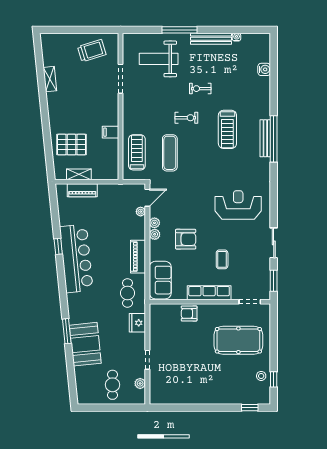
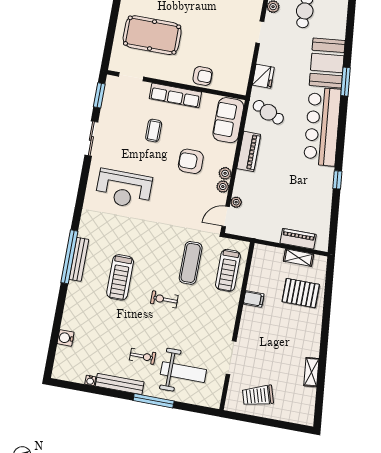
exercise bike: (200, 89) -> (143, 356), moved
treadmill: (227, 129) -> (120, 277), turned 180
bar counter: (76, 259) -> (322, 127), moved
cafe table: (127, 293) -> (268, 112), turned -67

